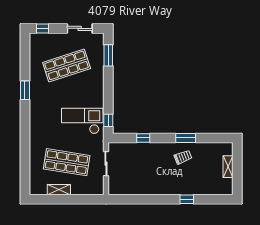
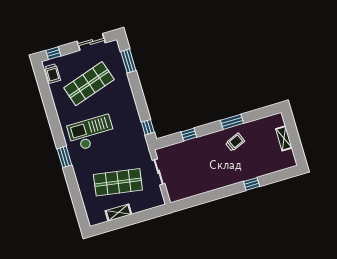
trolley: (36, 47) -> (53, 74), added
window: (25, 90) -> (64, 157), moved
checkout: (82, 121) -> (91, 133), moved

